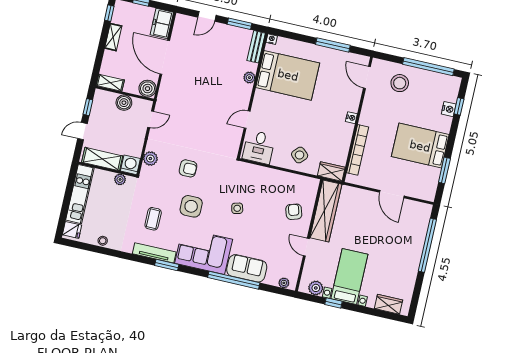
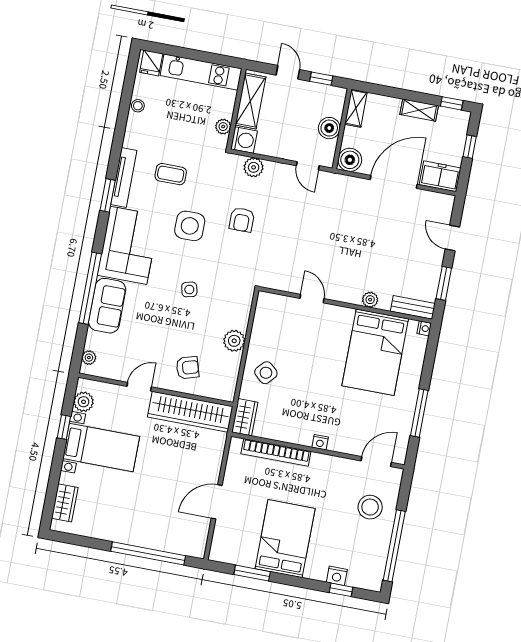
desk: (259, 147) -> (275, 316), removed
plant: (276, 177) -> (234, 341), added

